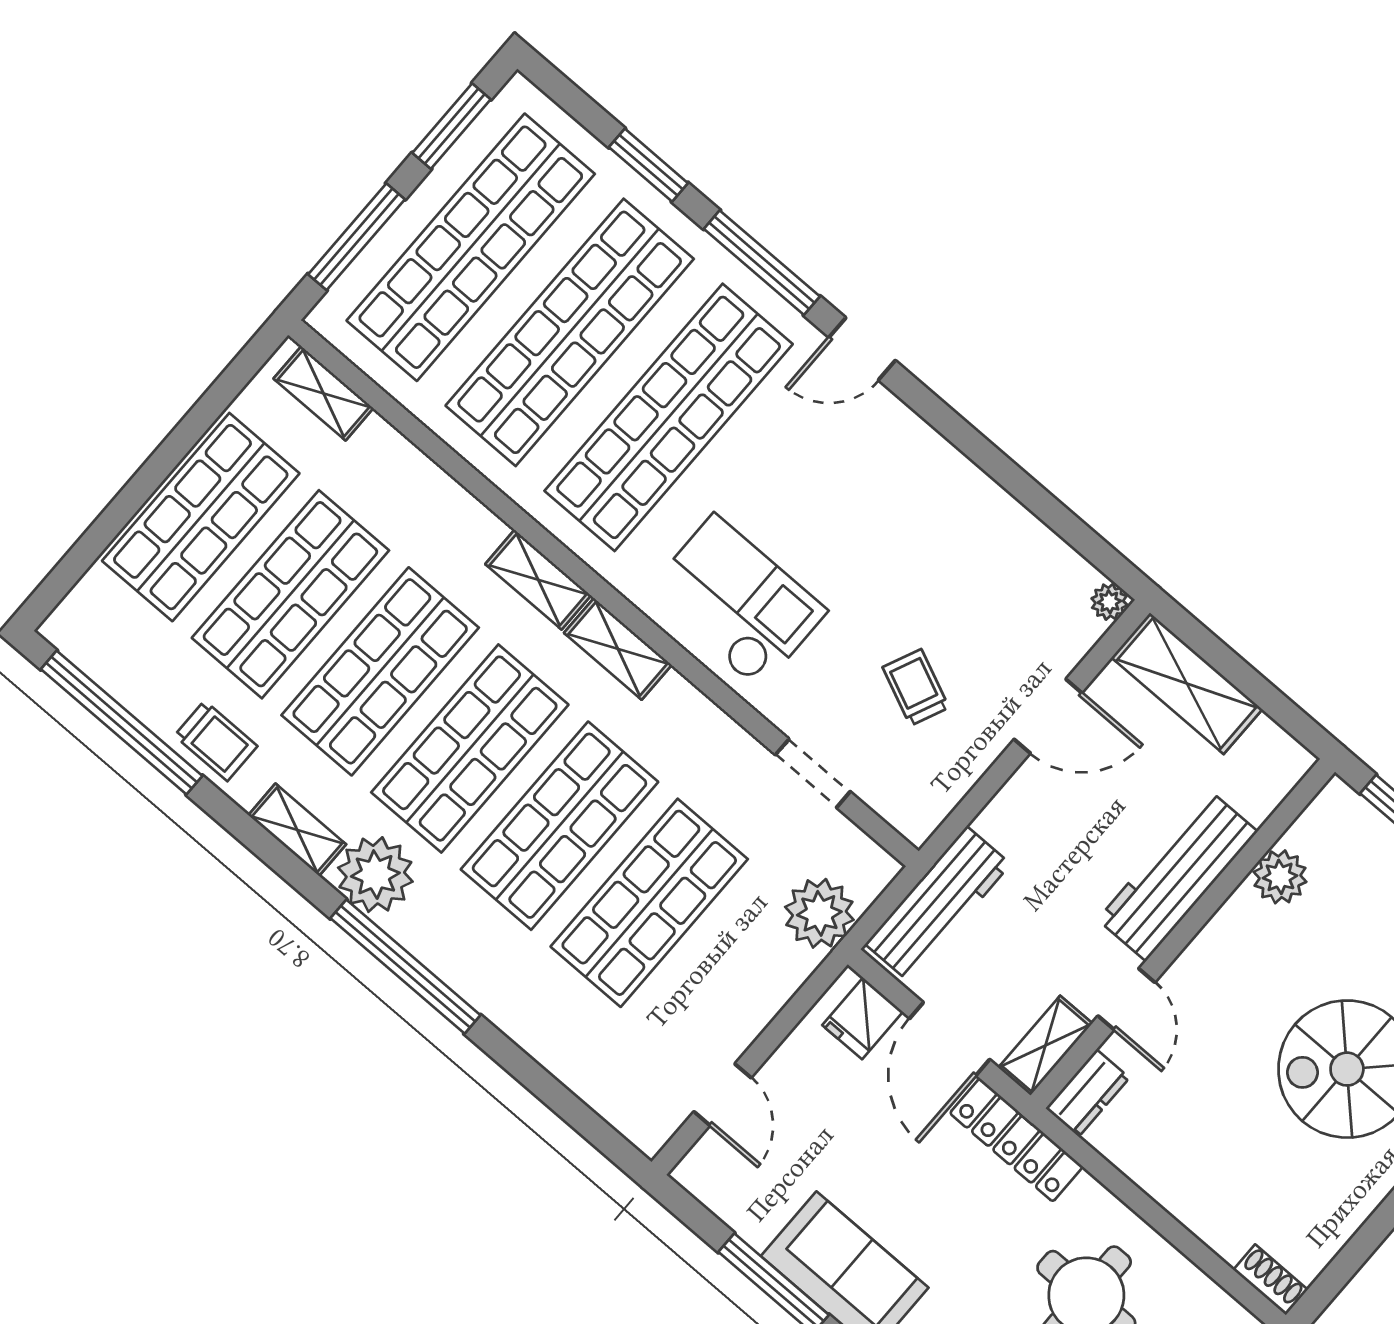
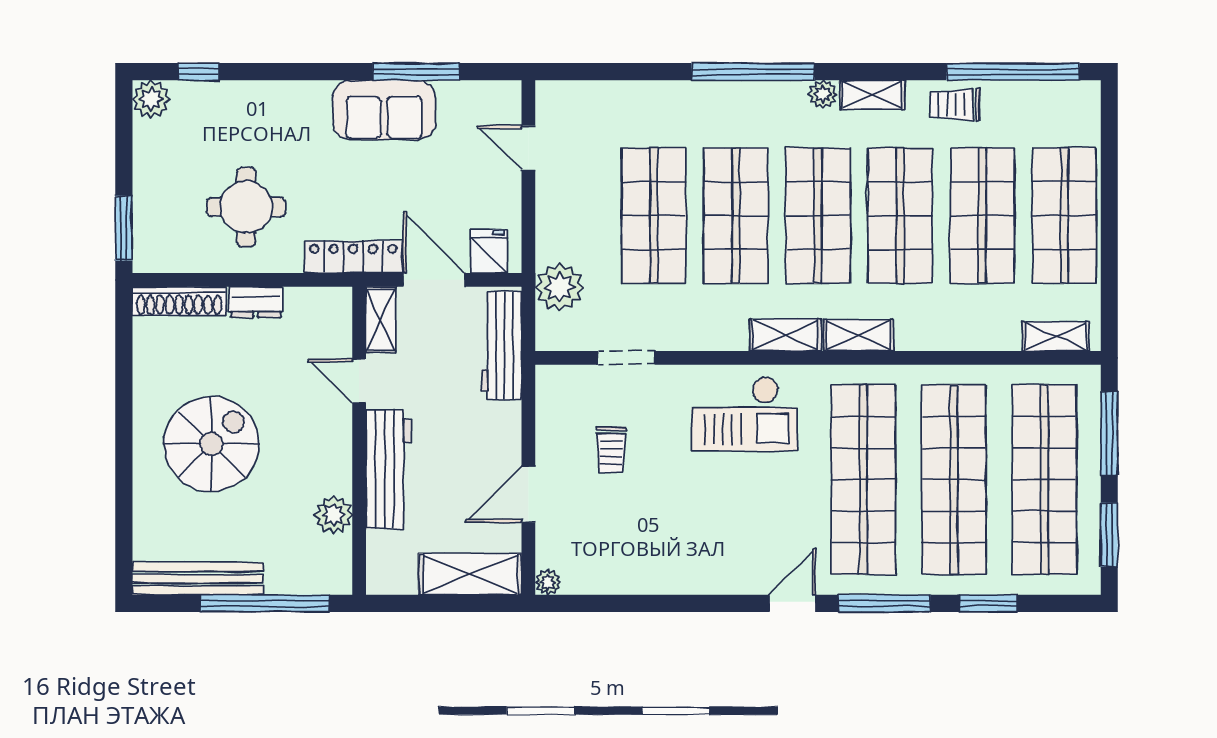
trolley: (916, 687) -> (611, 450), turned 66
plant: (375, 875) -> (823, 94), width x0.53, depth x0.53
dresser: (1087, 1093) -> (256, 302), moved, turned -90
shoe rack: (1270, 1280) -> (179, 301), width x1.94, depth x1.24

